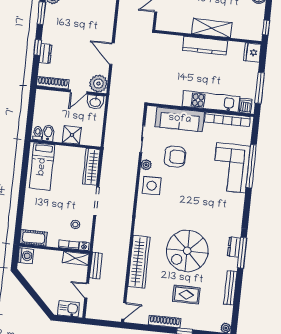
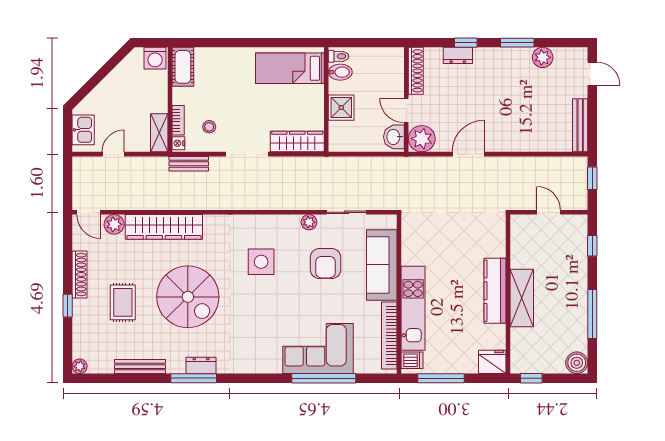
side table: (152, 186) -> (261, 262), moved
spiral stairs: (187, 251) -> (188, 297), turned 180
bench: (96, 266) -> (189, 164), moved
plant: (134, 295) -> (114, 224), added

